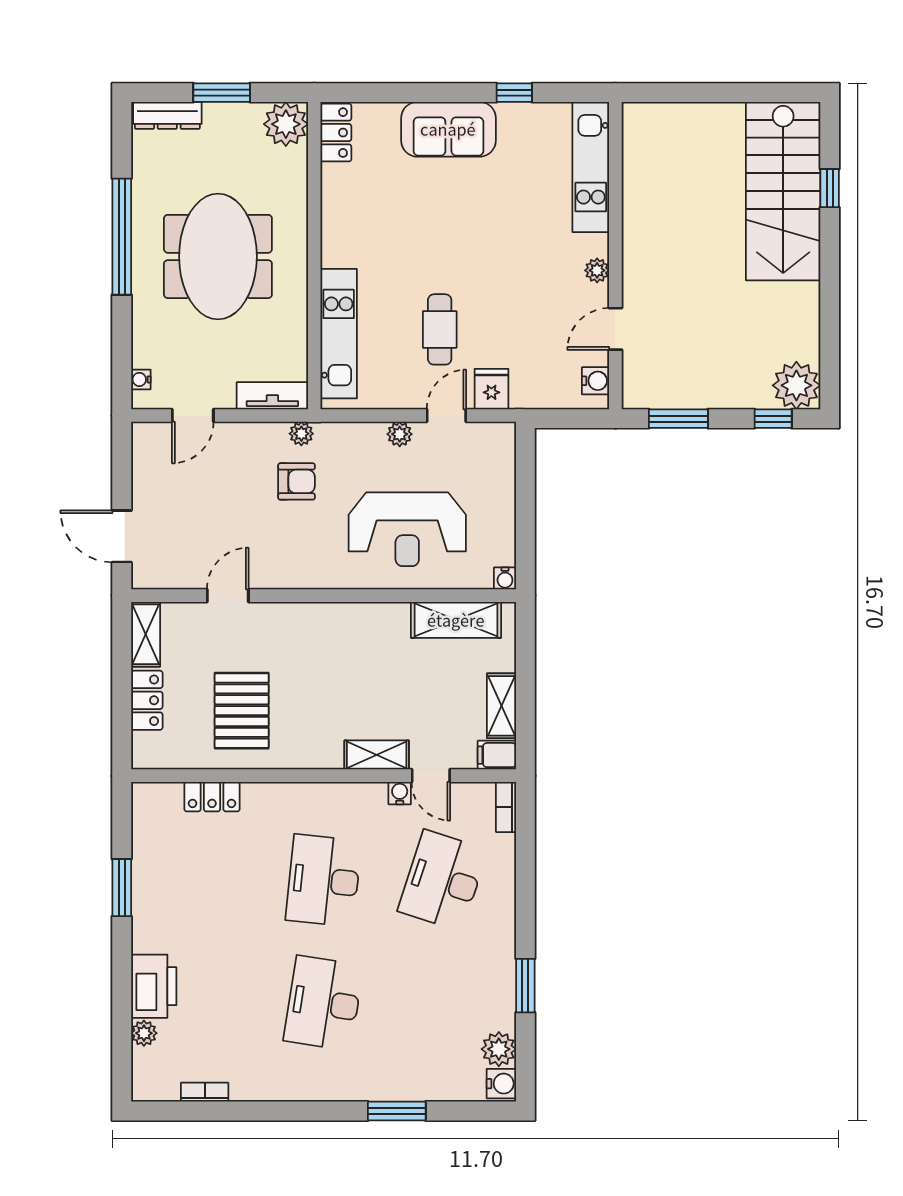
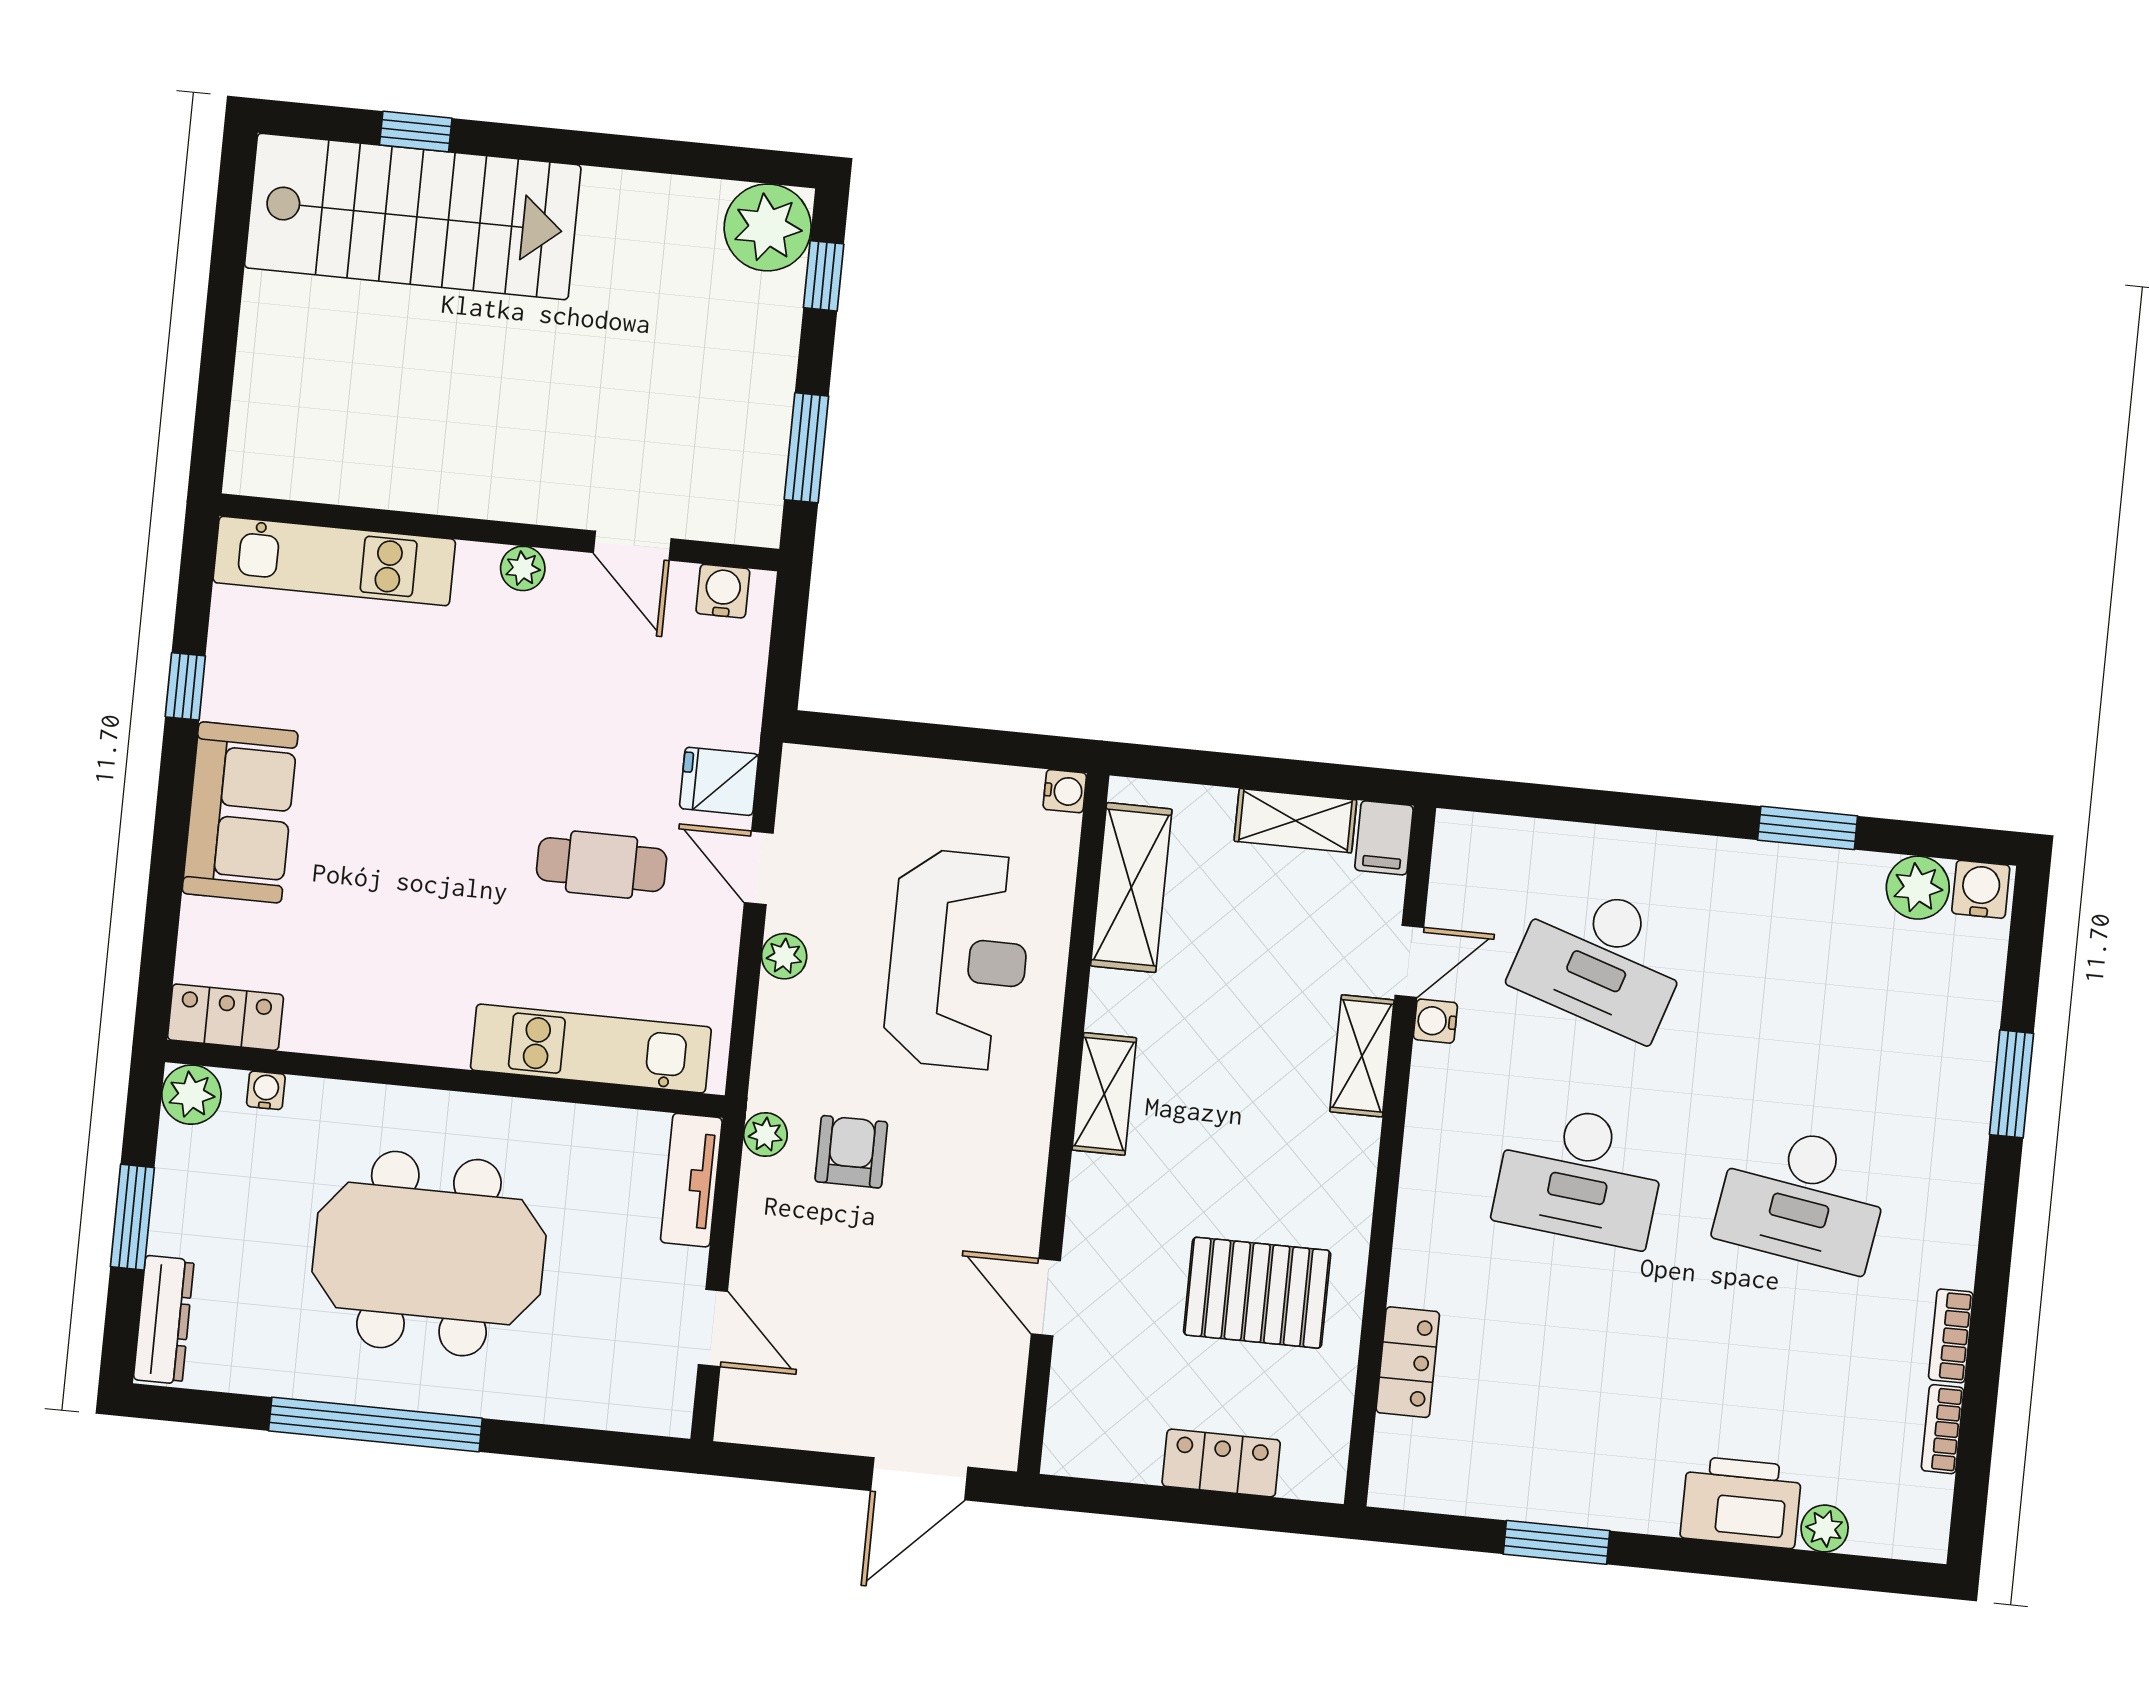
plant: (286, 124) -> (191, 1095), width x0.73, depth x0.73
water cooler: (141, 379) -> (266, 1090), moved, turned 180
shelving: (146, 634) -> (1104, 1094), moved, turned 90
bookcase: (506, 807) -> (1951, 1336), moved, turned 90

